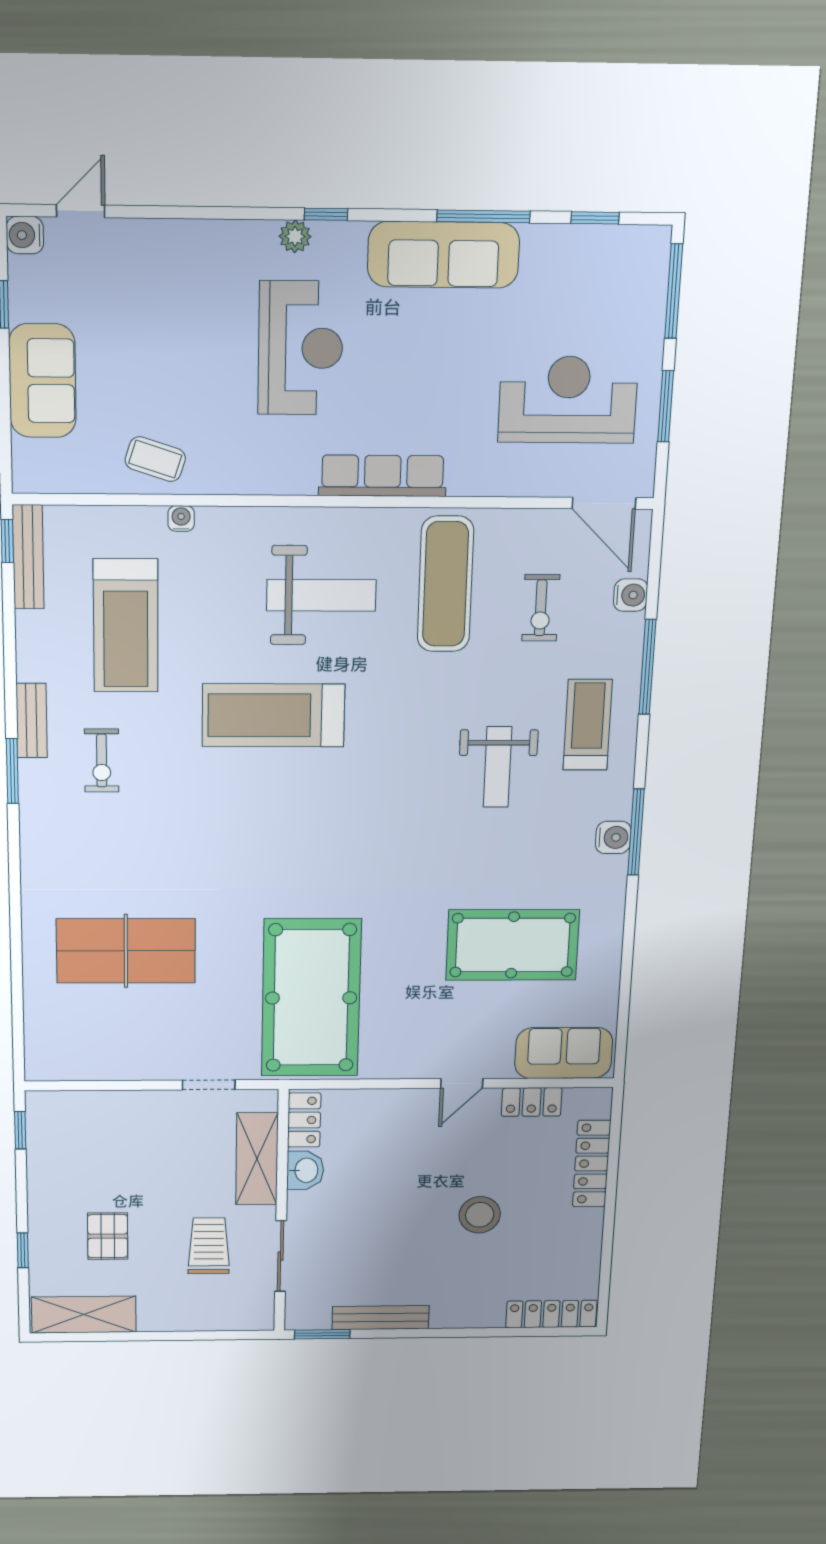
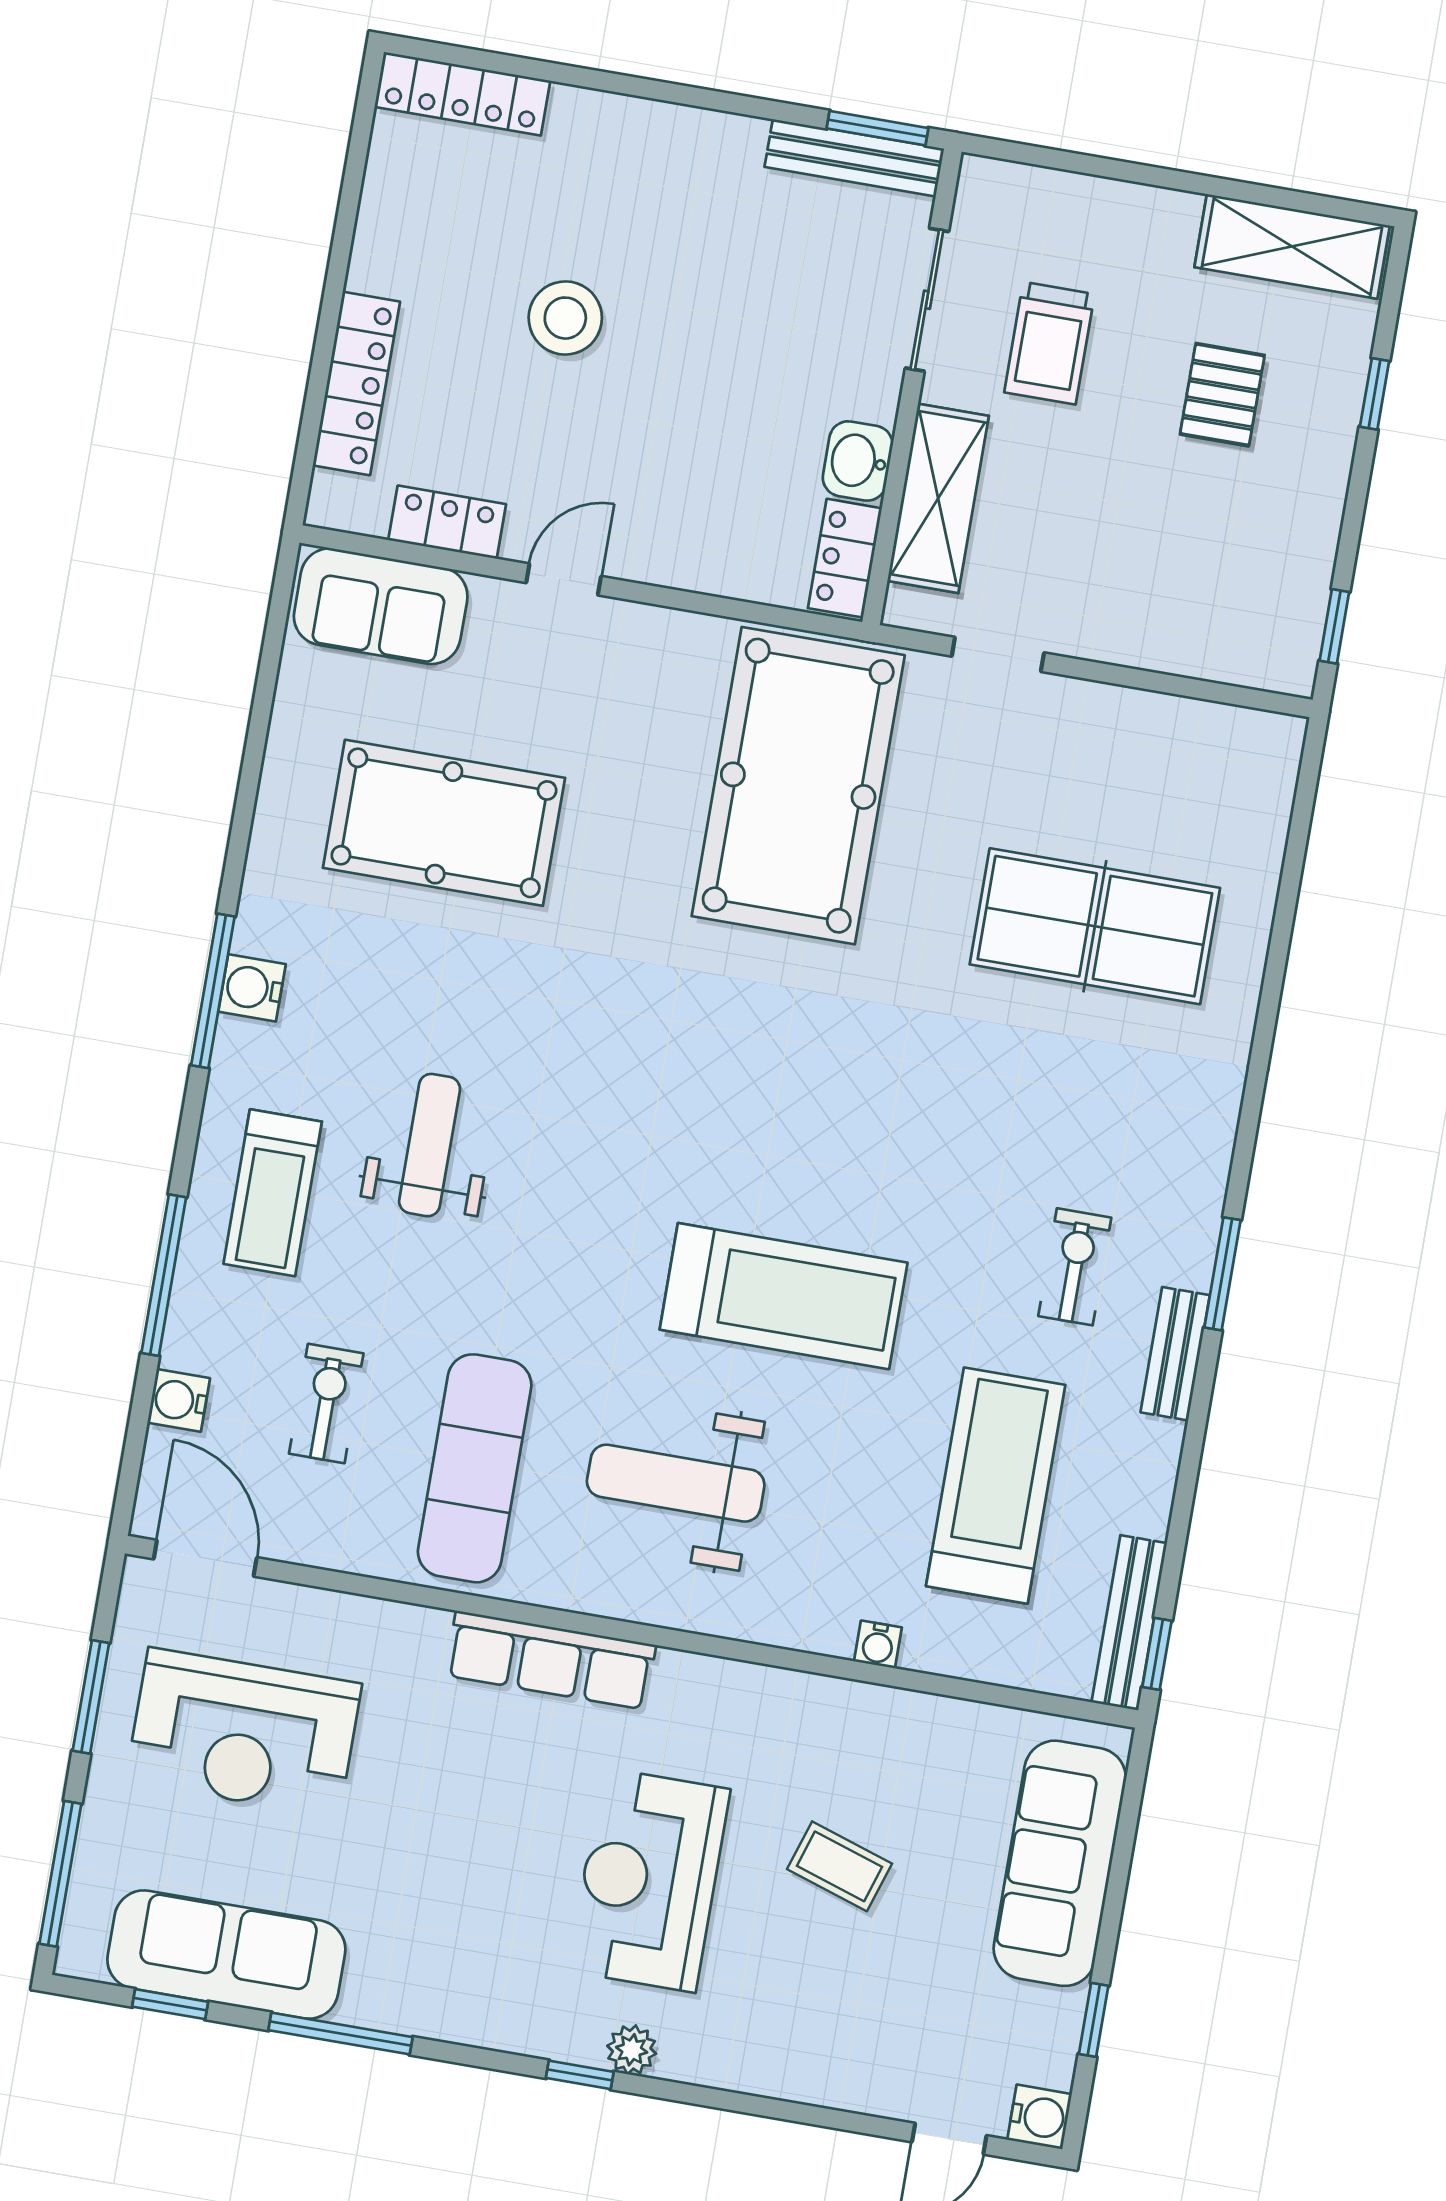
sofa: (443, 255) -> (226, 1955), moved
sofa: (42, 381) -> (1060, 1863), width x1.36
coffee table: (155, 459) -> (840, 1866), moved
bench: (381, 1318) -> (854, 158), moved

